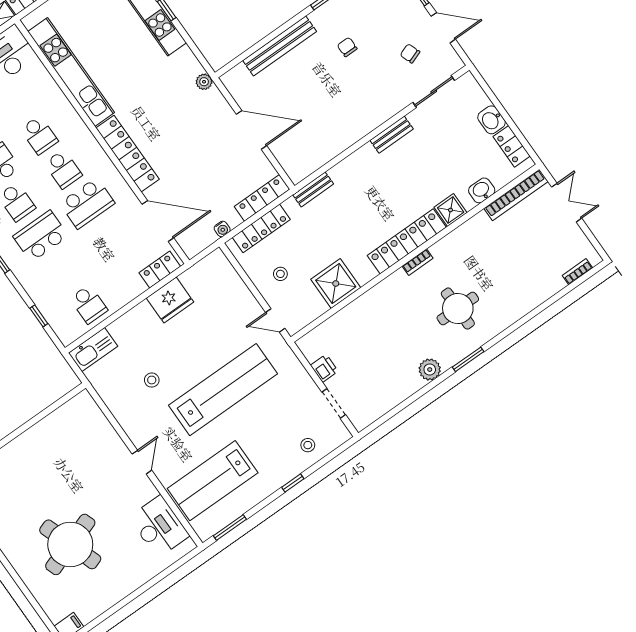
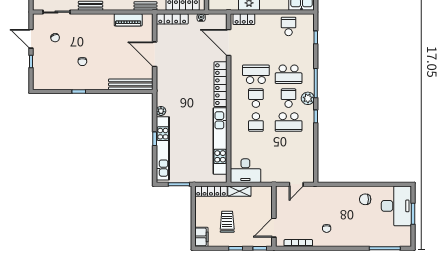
bench: (280, 46) -> (131, 84), moved
plant: (204, 82) -> (161, 111), moved
school desk: (39, 135) -> (256, 122), turned 180
piano: (324, 152) -> (128, 20), added

